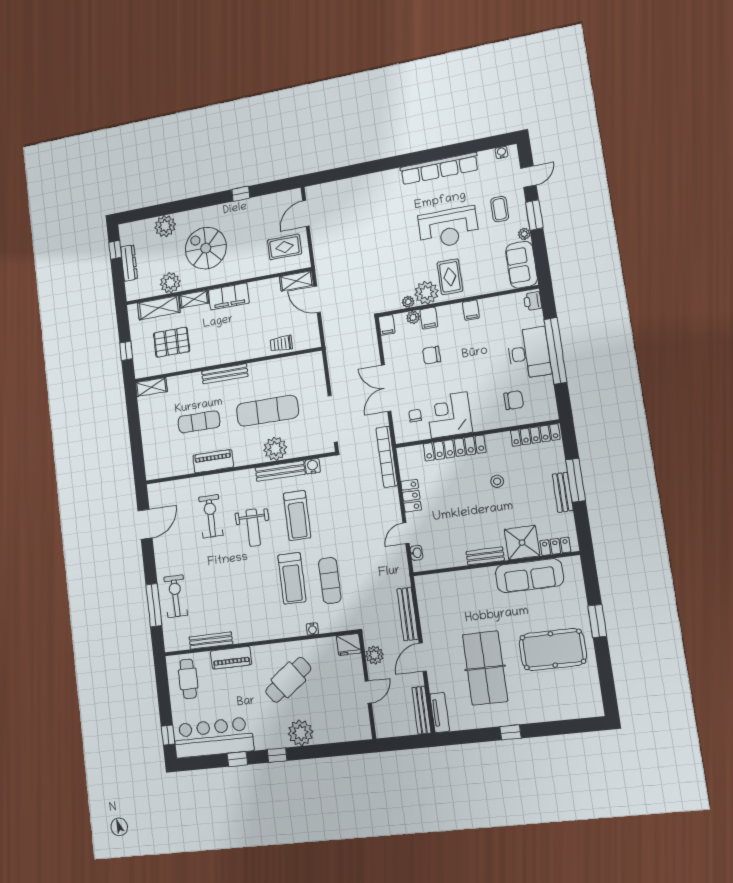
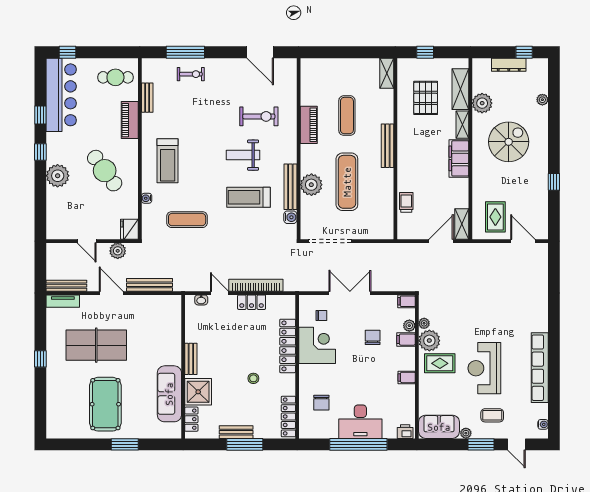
plant: (165, 226) -> (542, 100), width x0.53, depth x0.53
bookcase: (387, 457) -> (256, 285), moved
treadmill: (292, 578) -> (168, 161), moved, turned -90
exercise bike: (176, 596) -> (191, 74), width x0.73, depth x0.72
bench: (211, 640) -> (147, 98), width x0.73

